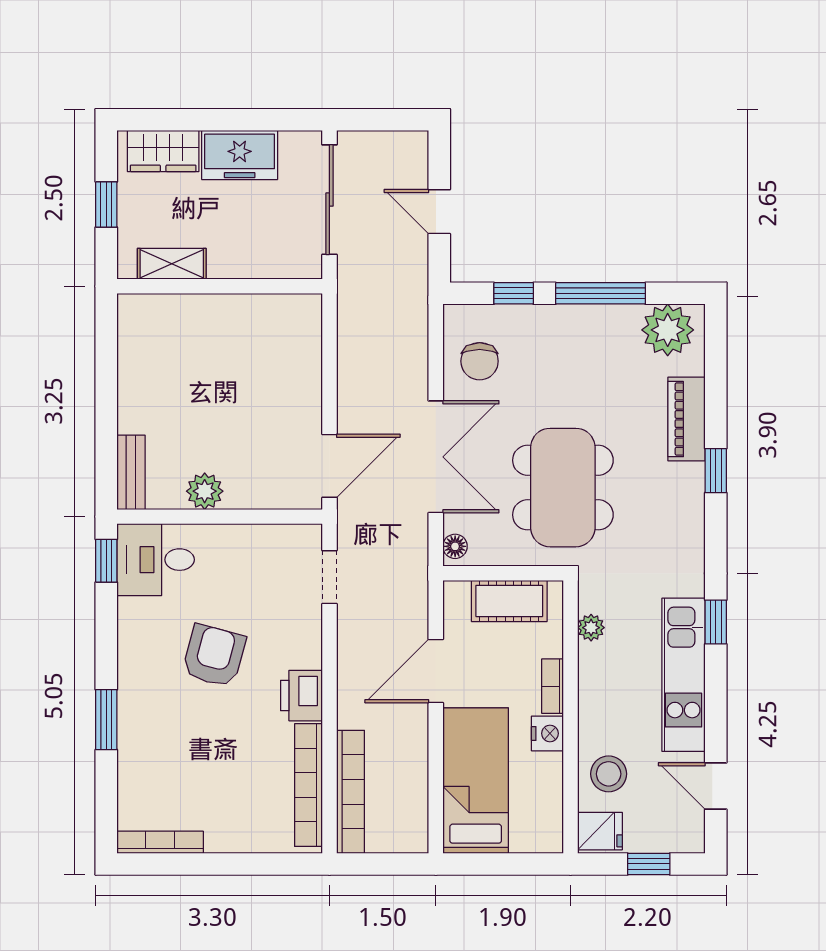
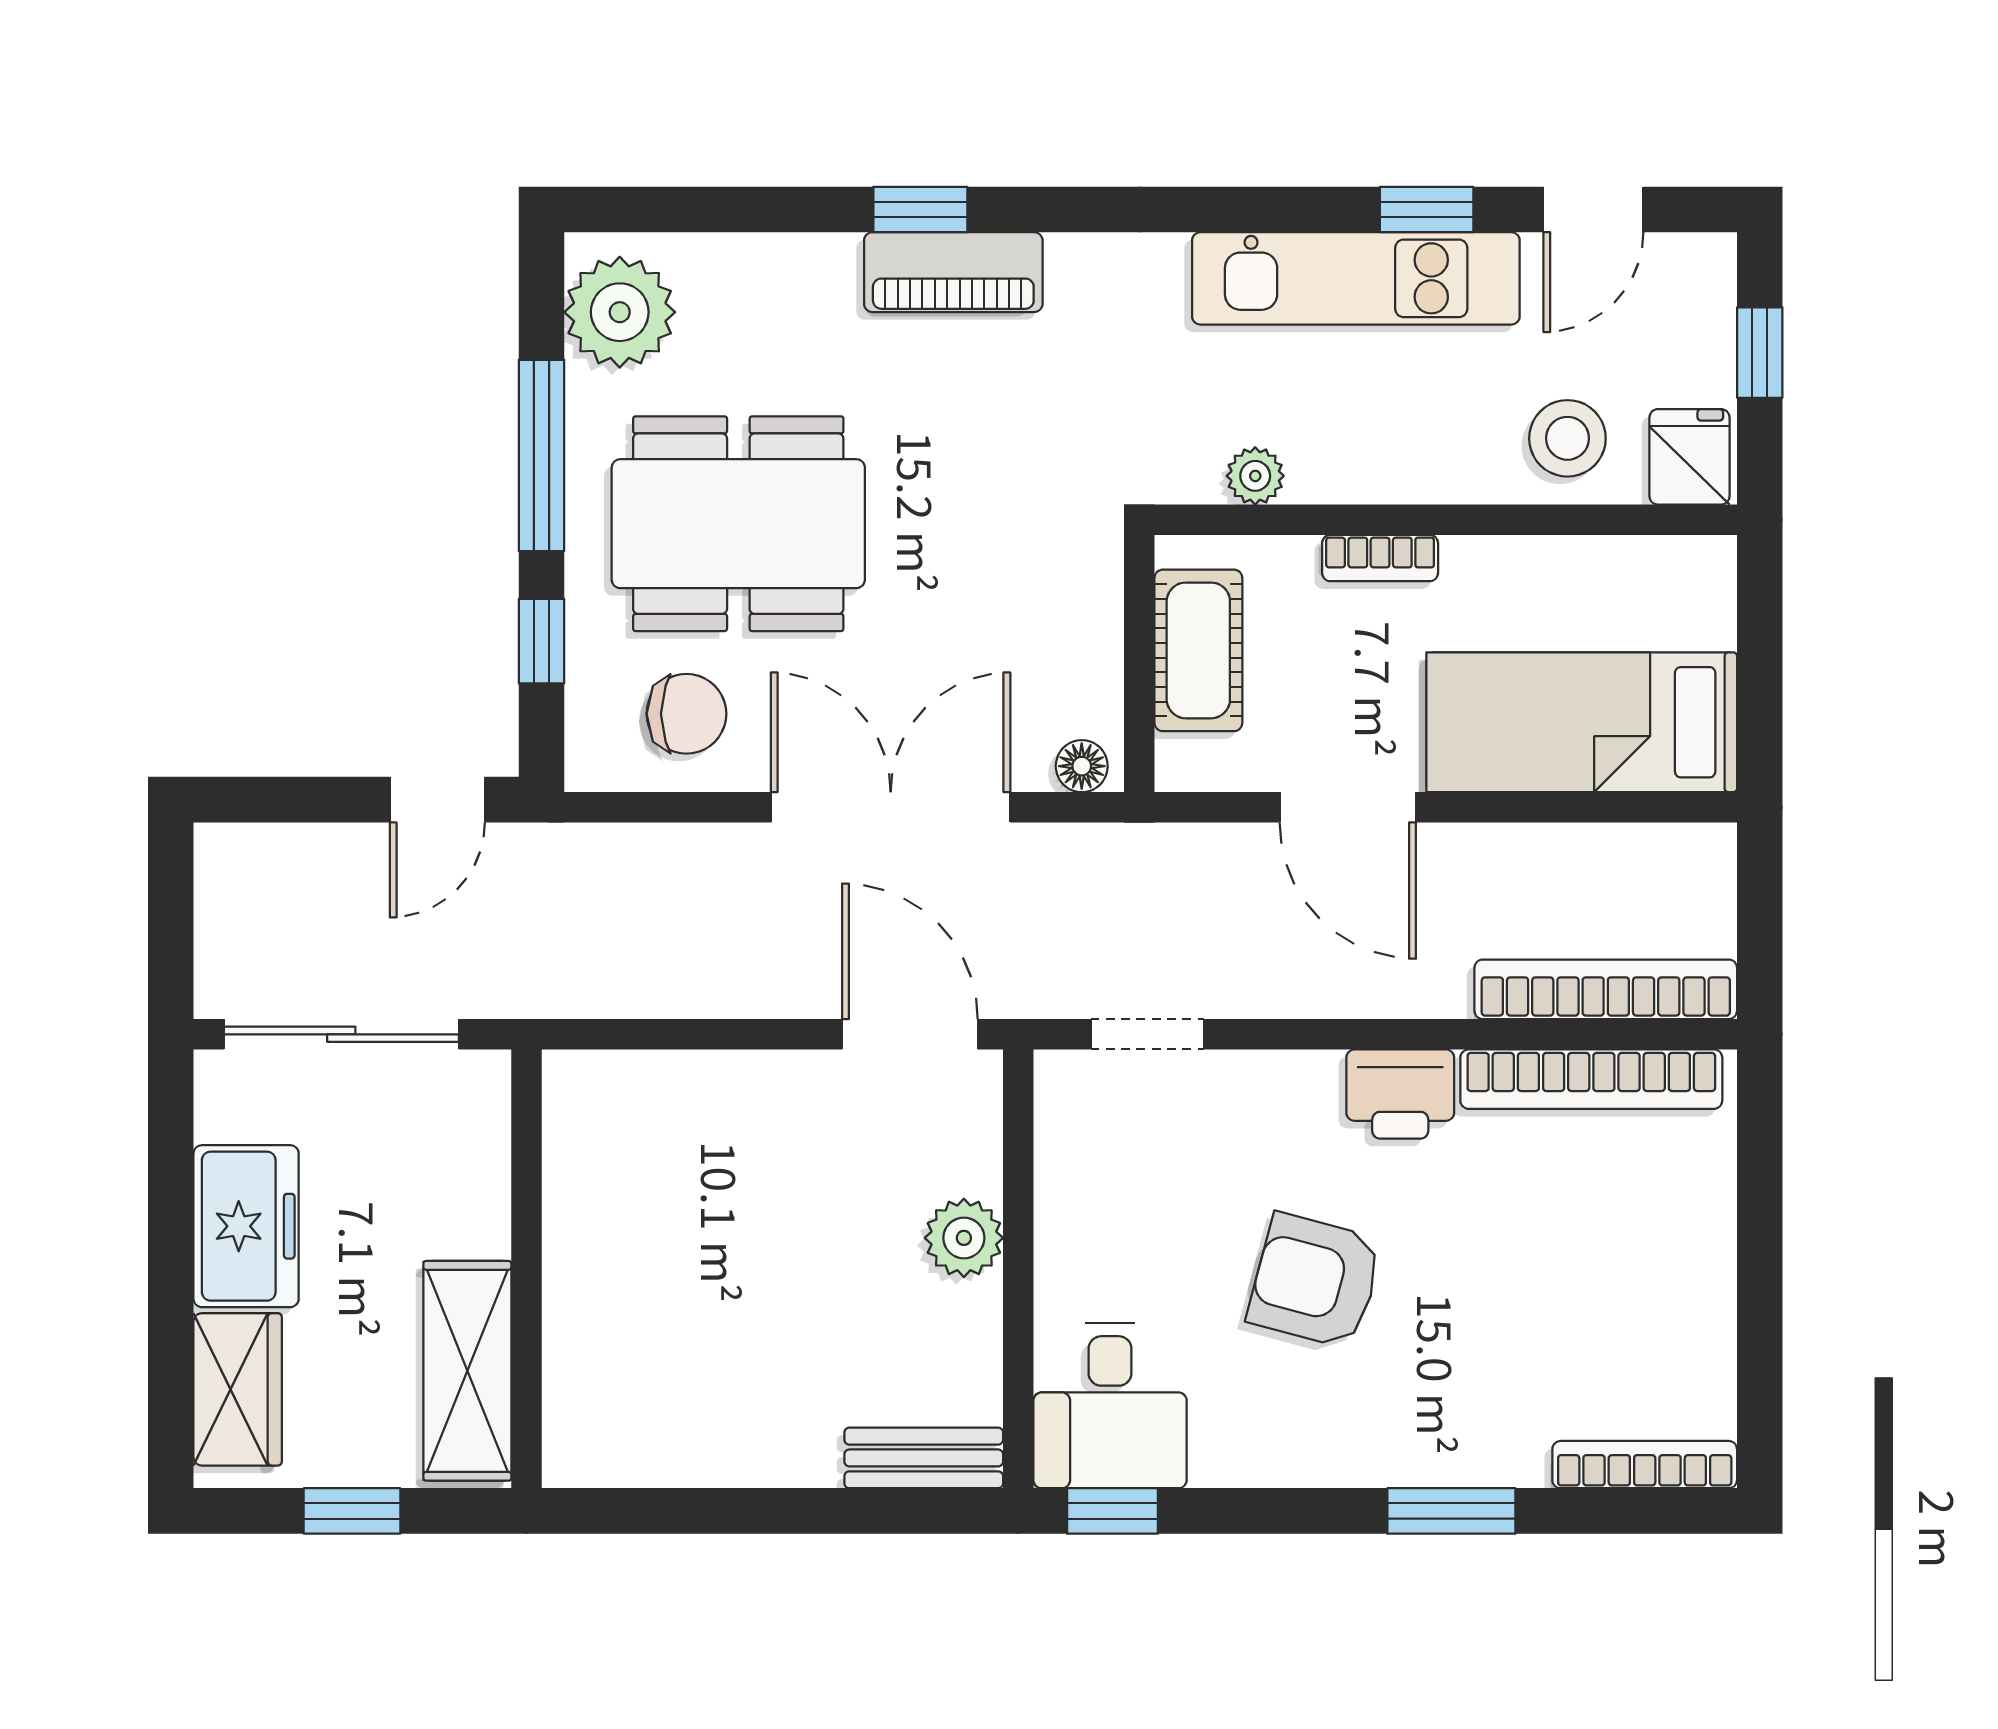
door: (439, 212) -> (437, 800), moved
shelving: (172, 264) -> (467, 1371), width x1.50, depth x1.33
piano: (686, 419) -> (953, 272), moved
dining table: (563, 488) -> (738, 524), moved
plant: (205, 491) -> (964, 1238), moved
window: (716, 622) -> (1427, 209), moved
nightstand: (547, 733) -> (1481, 569), removed
bookcase: (160, 842) -> (1645, 1465), moved, turned 90

